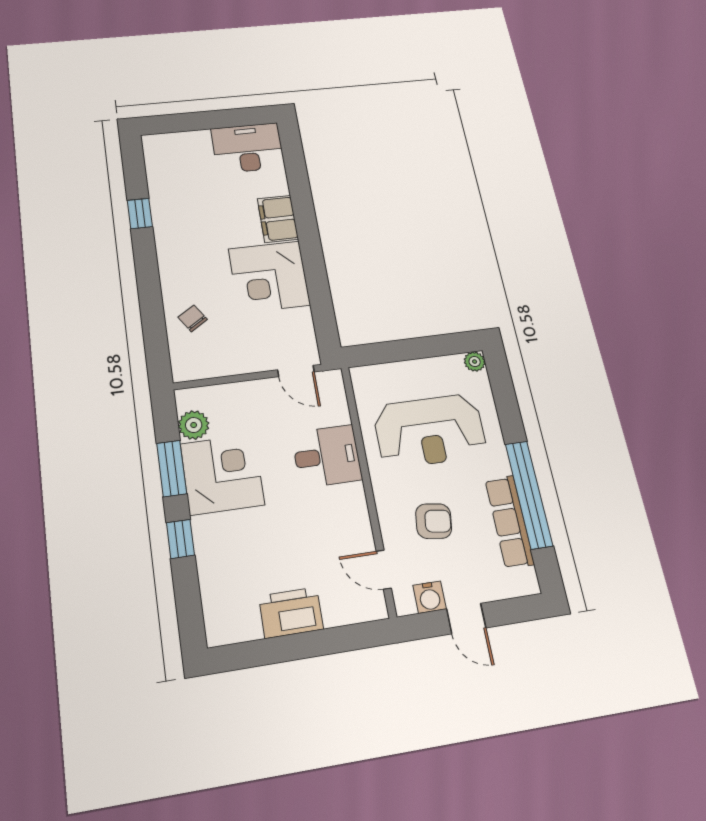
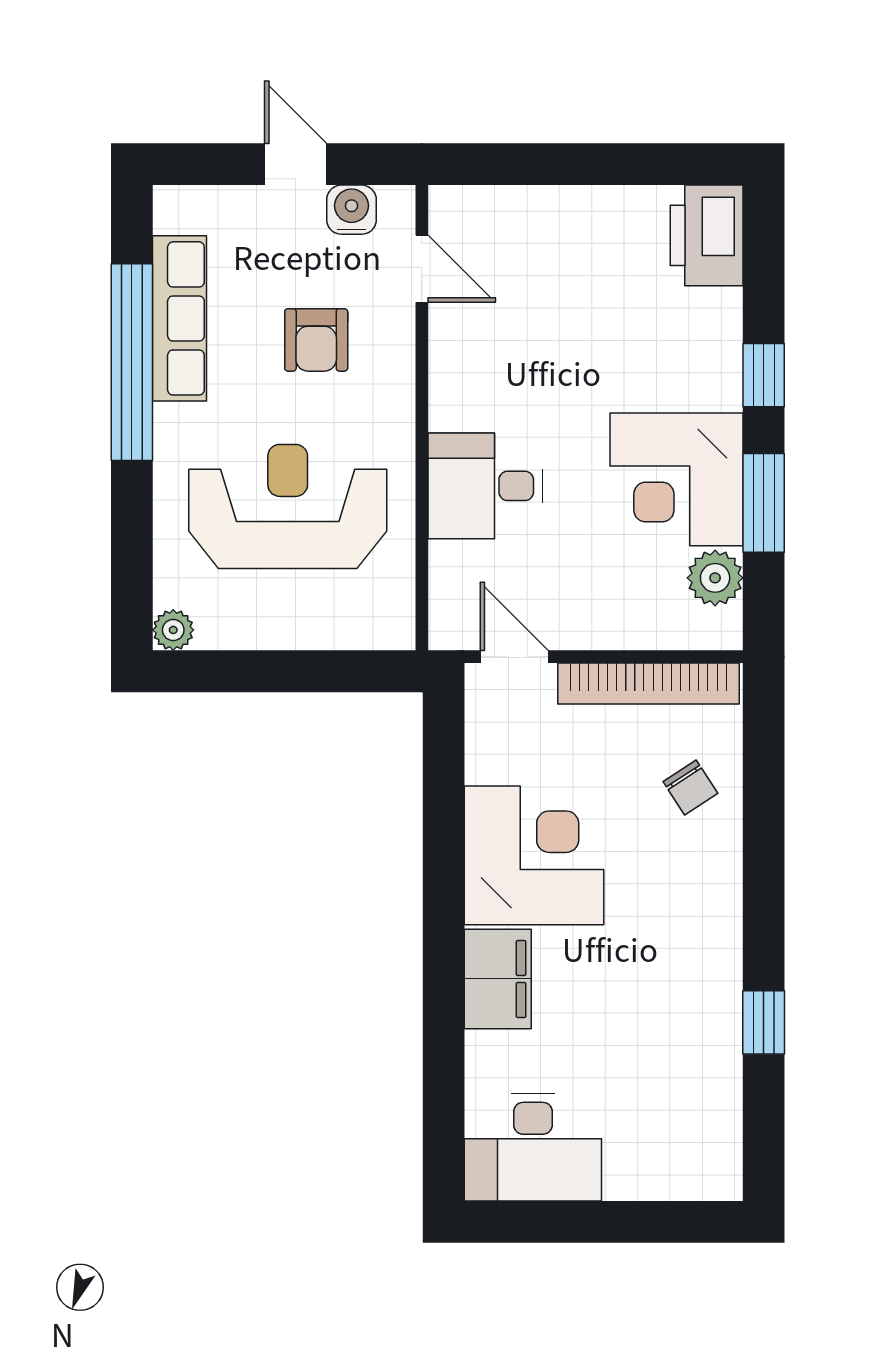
bookcase: (222, 367) -> (648, 684), added
armchair: (434, 521) -> (316, 340), turned -98
printer: (291, 613) -> (707, 235), moved, turned 90

